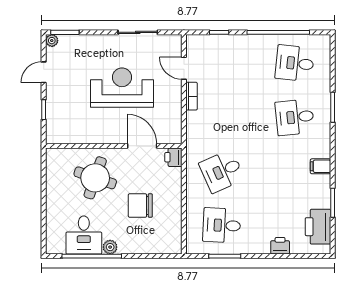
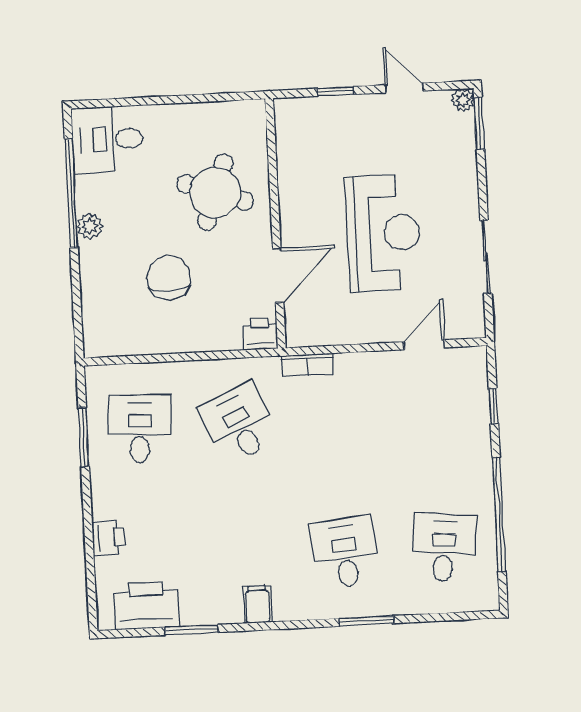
bookcase: (191, 96) -> (308, 365), moved
desk: (84, 235) -> (108, 139), moved

